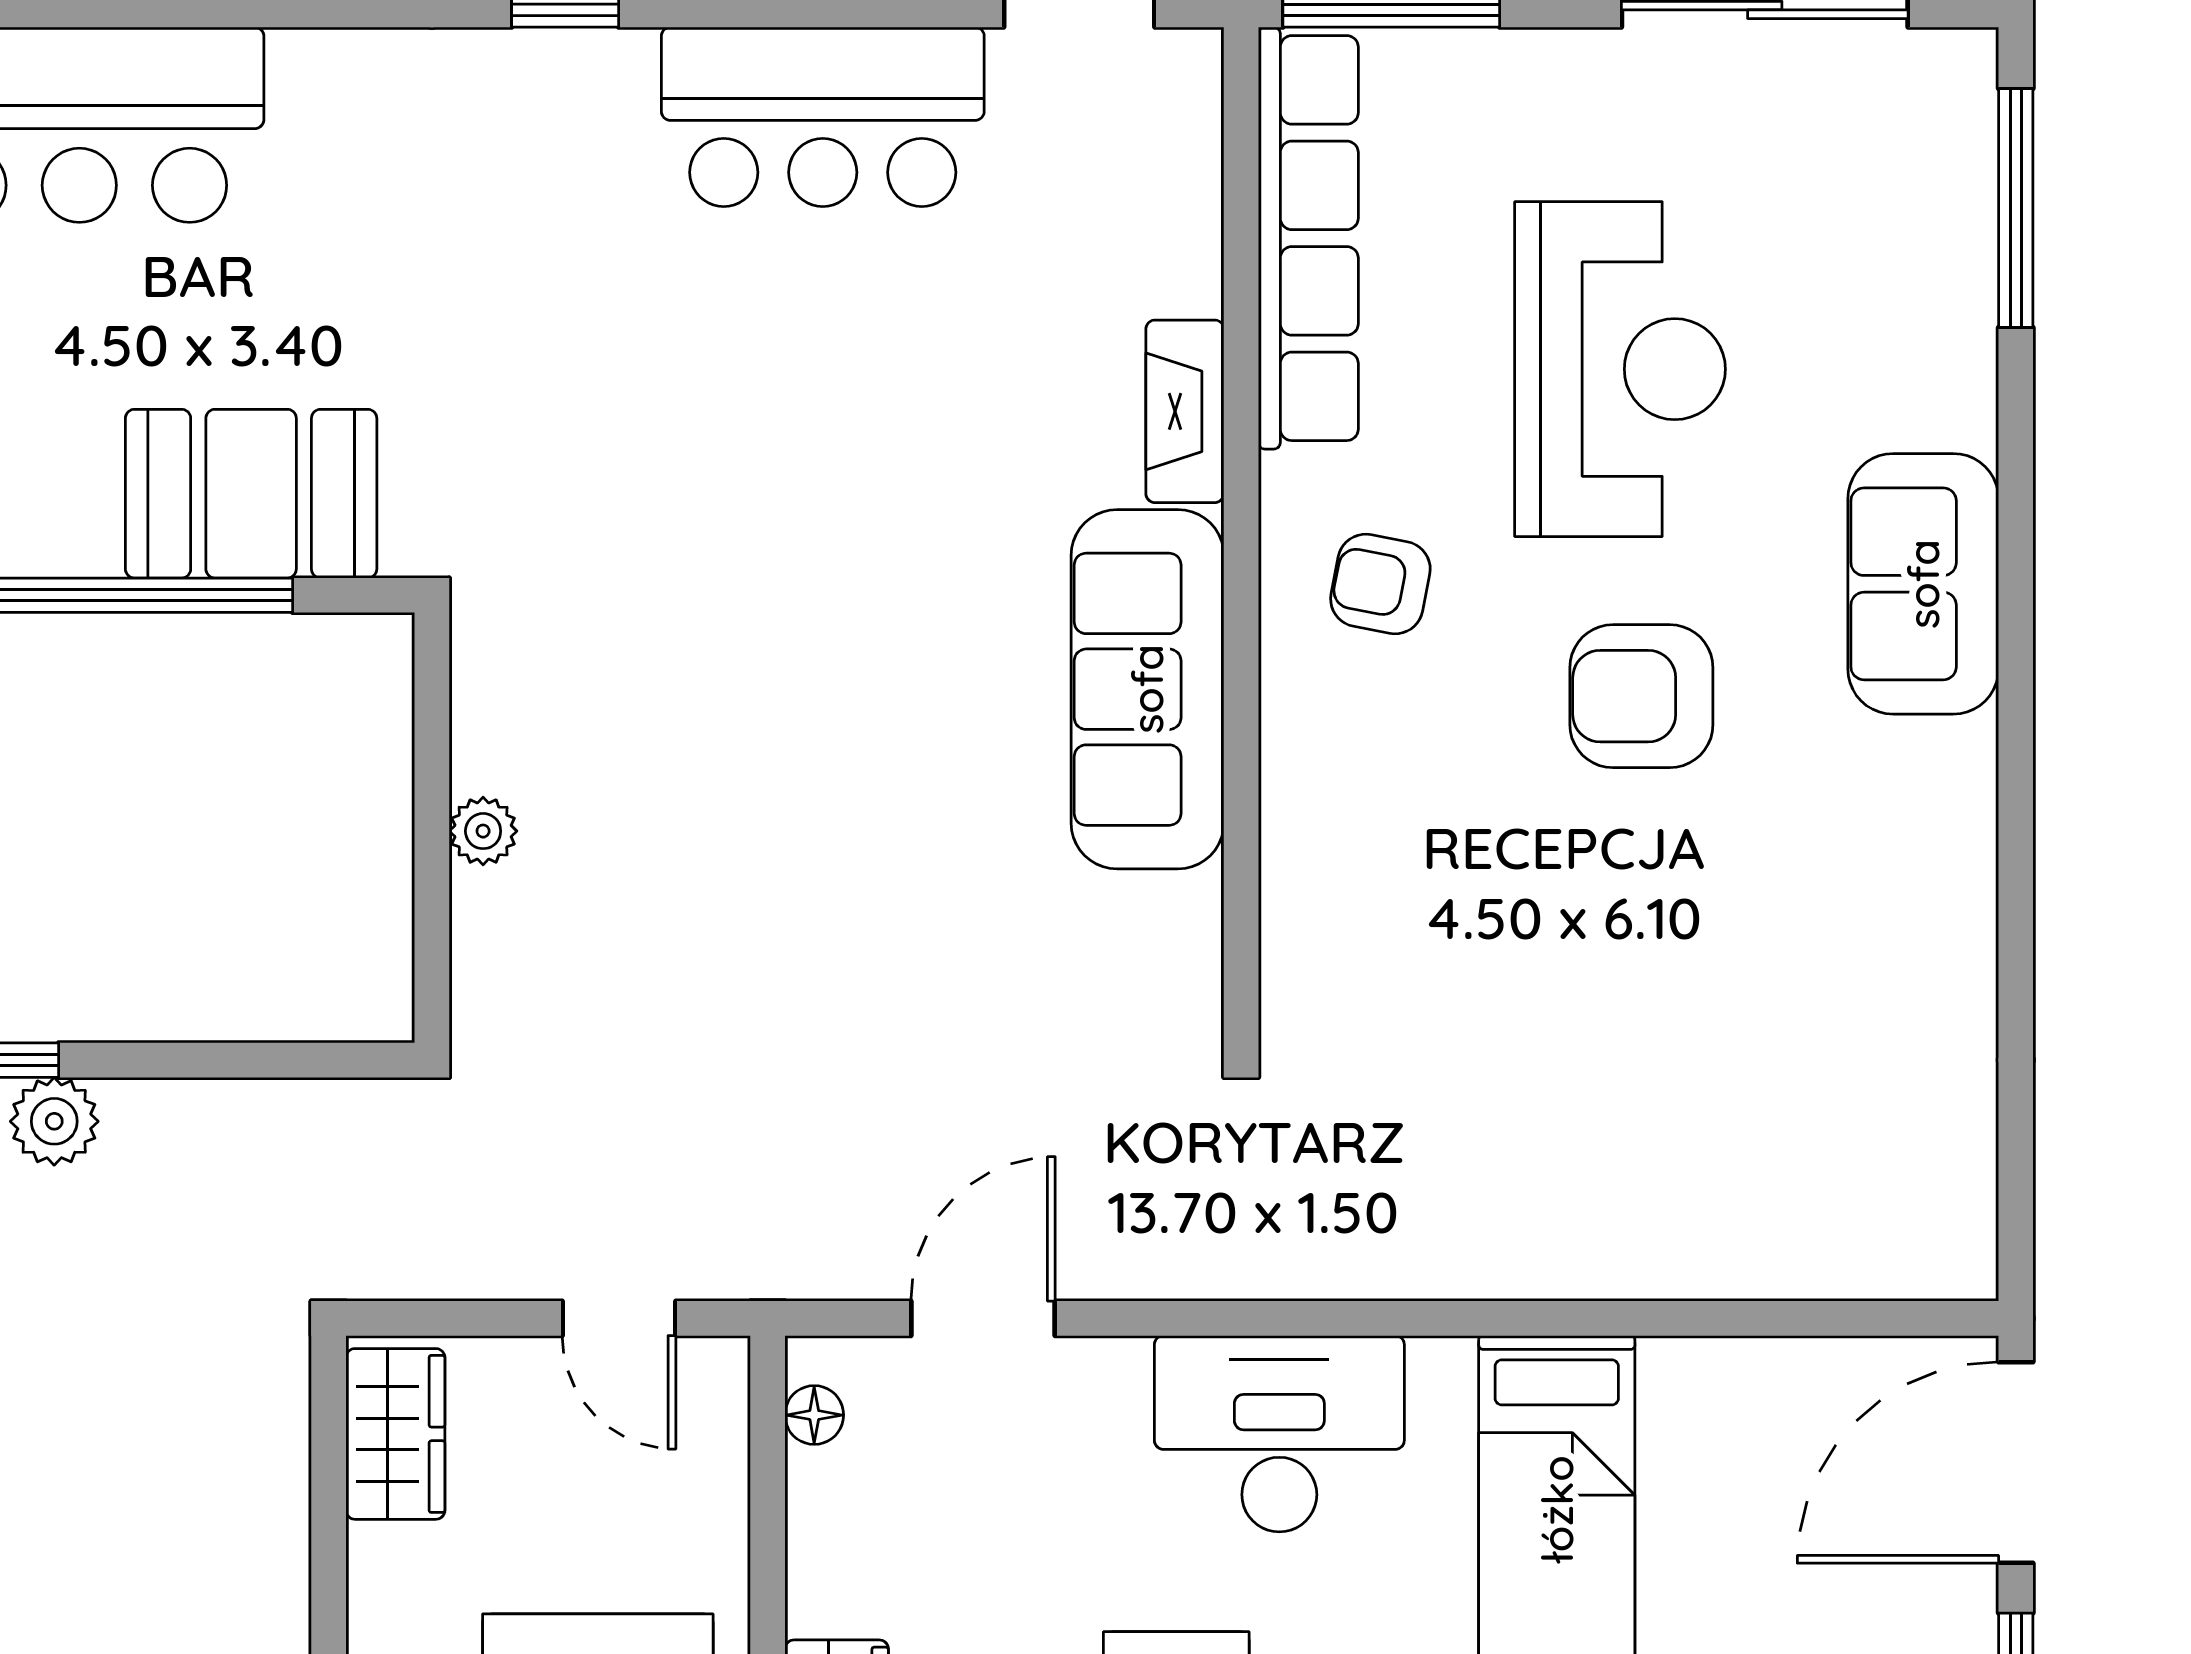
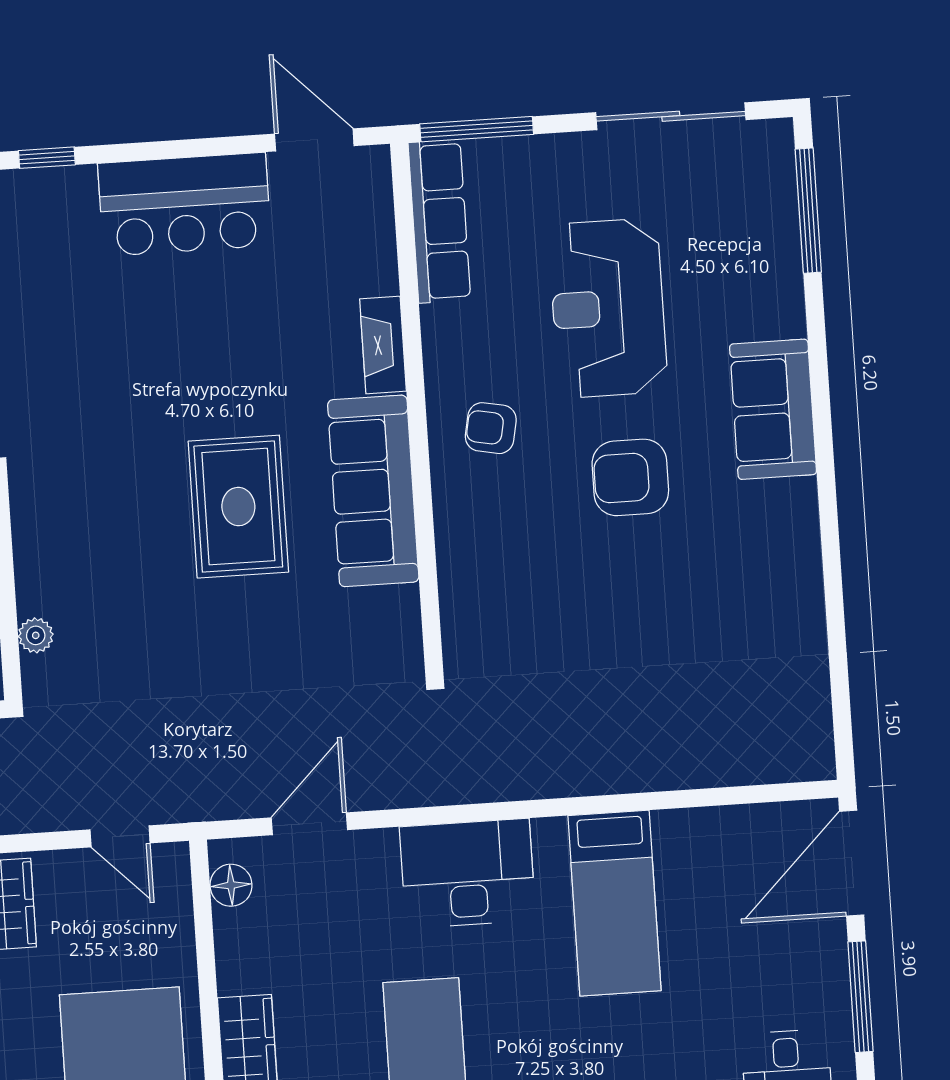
row of seats: (1308, 238) -> (439, 221), width x0.73
reception desk: (1620, 369) -> (608, 308), turned 180
rug: (887, 702) -> (238, 507), added
plant: (483, 831) -> (36, 635), moved
floor lamp: (814, 1415) -> (231, 885), width x1.37, depth x1.37

